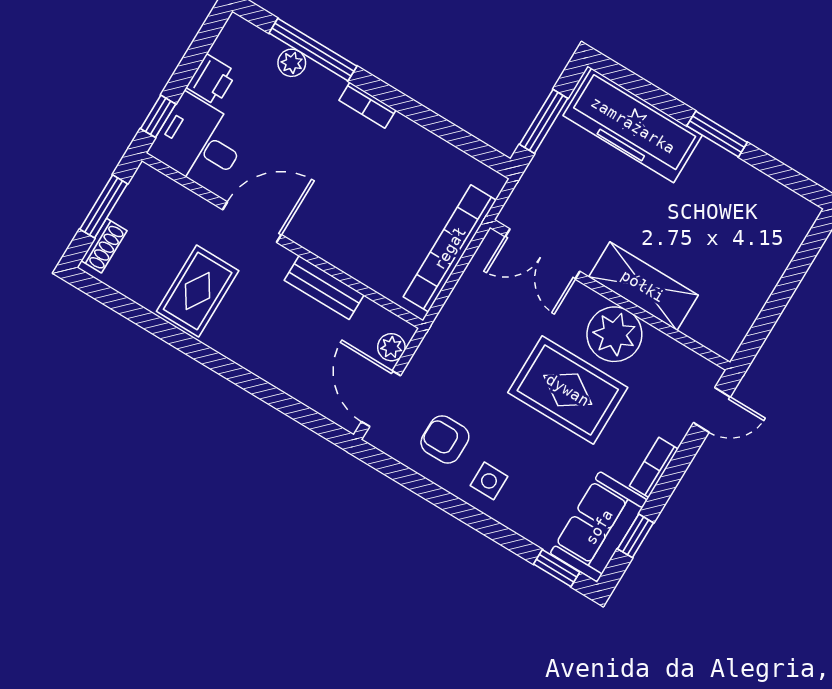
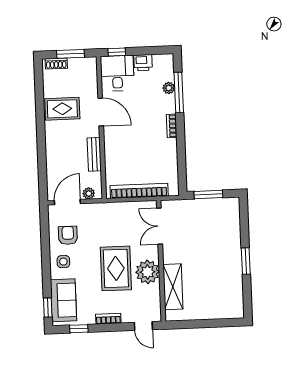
freezer: (633, 125) -> (228, 228), removed
shelving: (643, 286) -> (173, 287), moved
sofa: (599, 527) -> (64, 300), moved, turned 90

